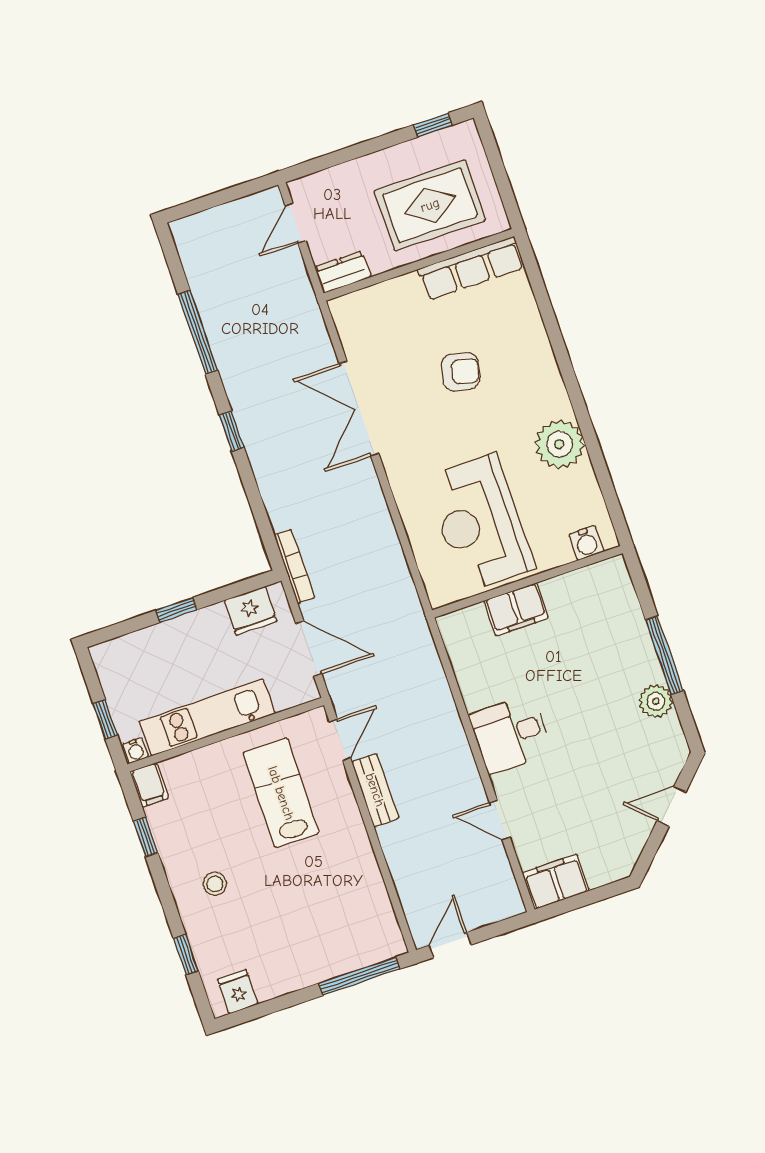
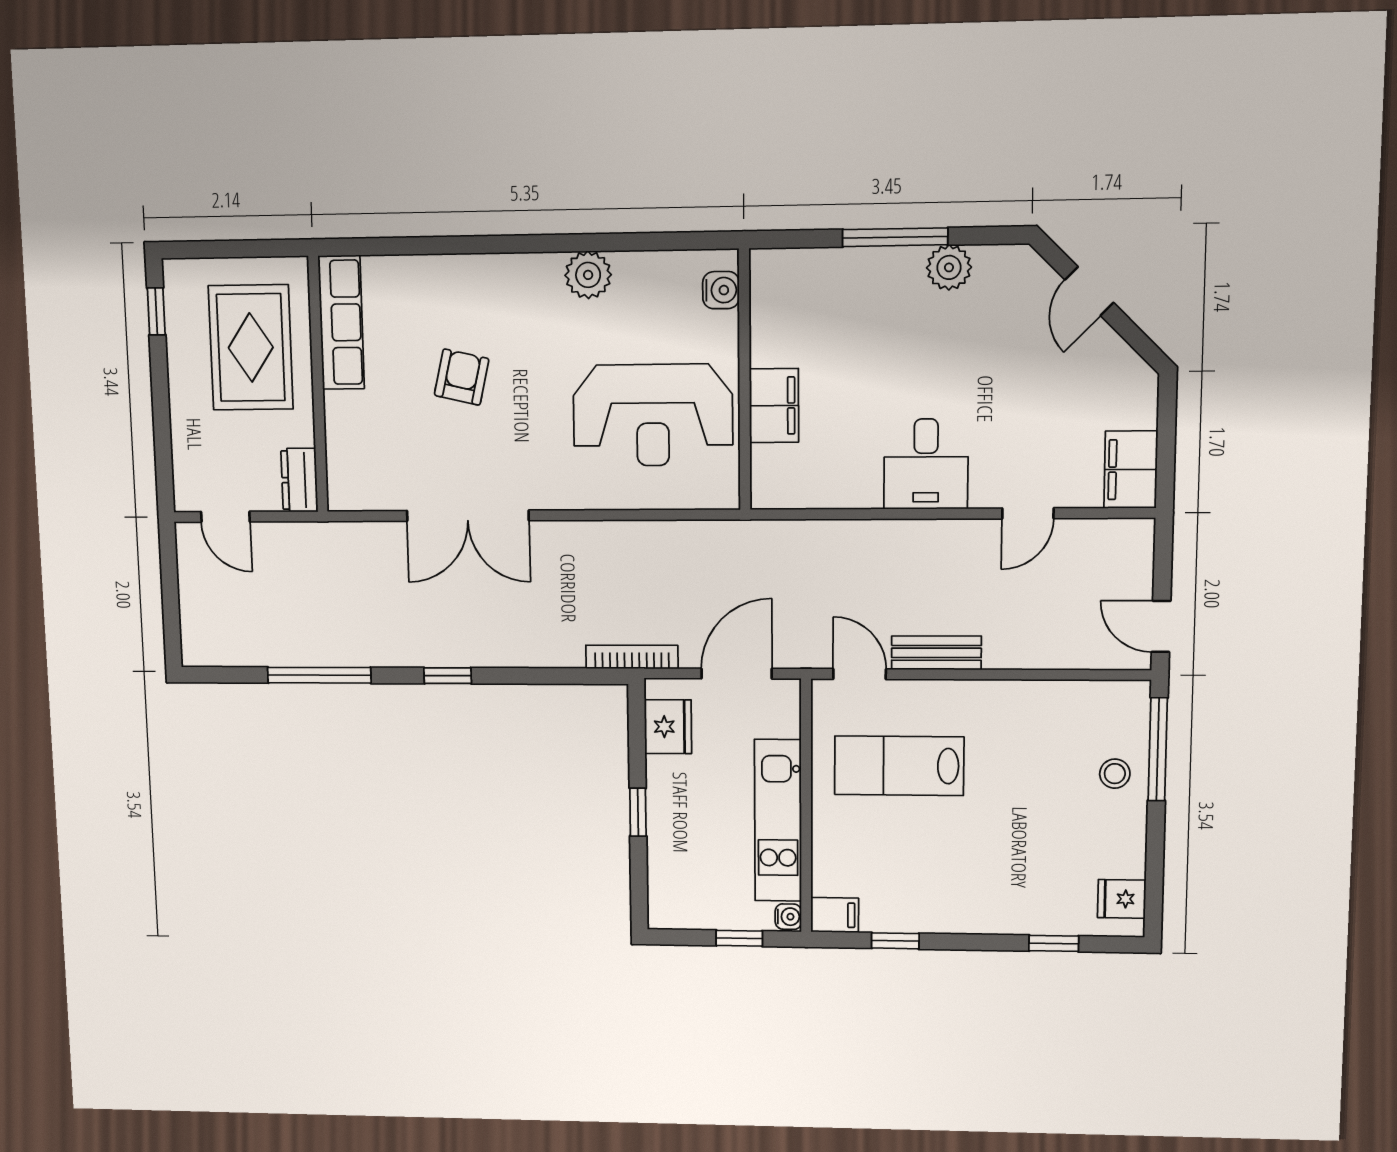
plant: (560, 444) -> (588, 275), width x0.73, depth x0.73
stool: (215, 884) -> (1115, 774), moved

